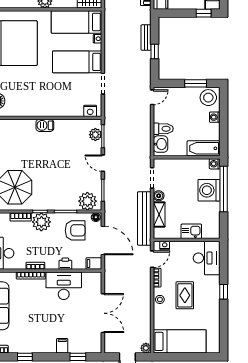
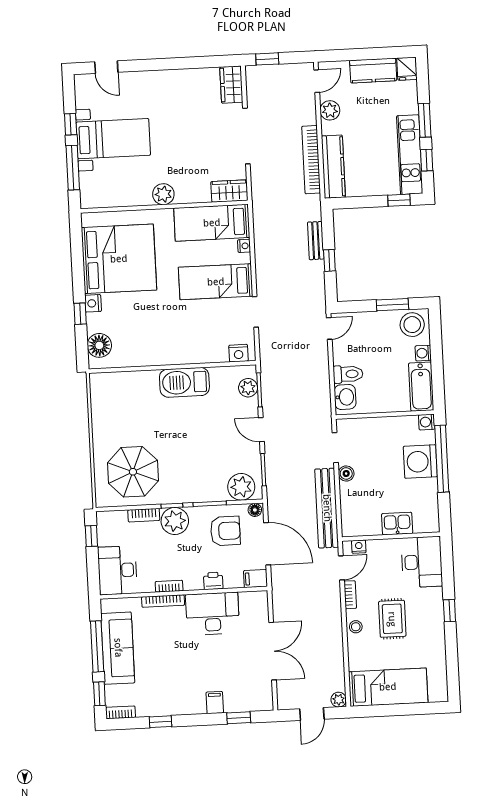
barbecue: (45, 125) -> (184, 382), width x1.88, depth x1.53
bathtub: (204, 148) -> (421, 387), moved, turned -90
shelving: (159, 215) -> (348, 501), removed

